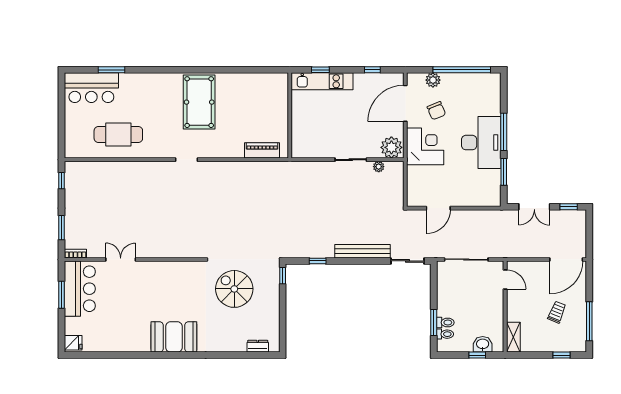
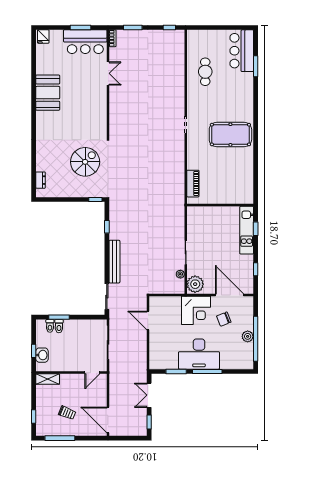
plant: (433, 80) -> (248, 336), moved
cafe table: (118, 134) -> (205, 72), width x0.73, depth x0.74
booth: (174, 337) -> (48, 93), moved

